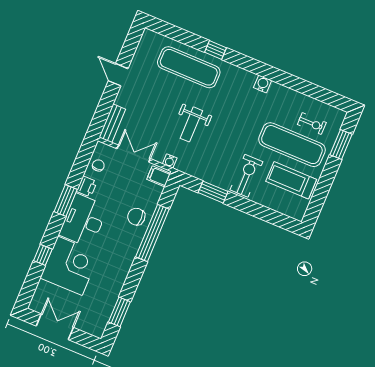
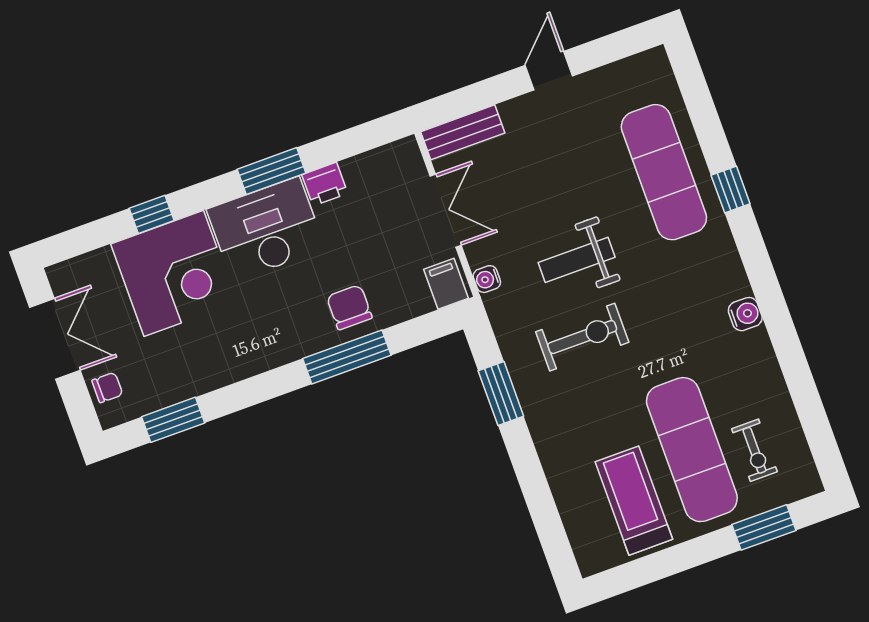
chair: (98, 165) -> (107, 388), moved
exercise bike: (246, 176) -> (582, 337), moved
window: (152, 233) -> (347, 357), width x0.68

